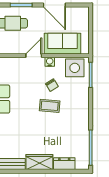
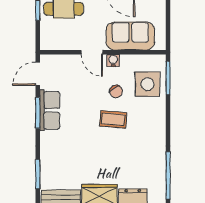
door: (34, 56) -> (92, 52), swing flipped
side table: (75, 68) -> (148, 84), moved

